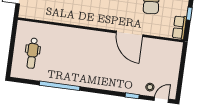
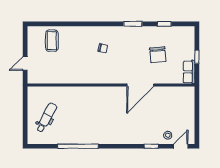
door: (129, 34) -> (140, 85), hinge flipped
dental chair: (32, 53) -> (46, 118), turned -152

